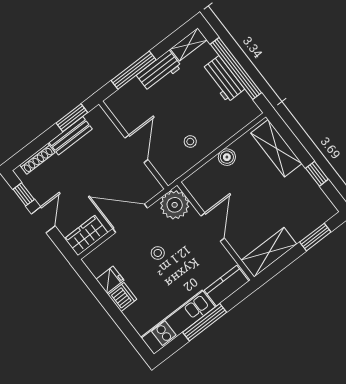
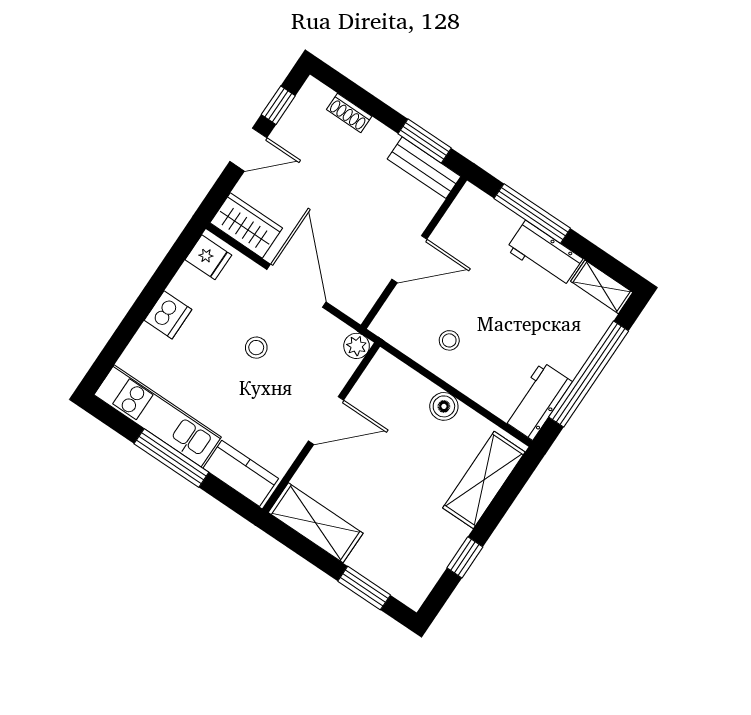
workbench: (223, 79) -> (537, 401), moved
bench: (71, 136) -> (424, 168), moved
shoe rack: (37, 159) -> (349, 113), width x0.70
plant: (175, 205) -> (357, 346), width x0.53, depth x0.53
fridge: (110, 280) -> (208, 257), moved

